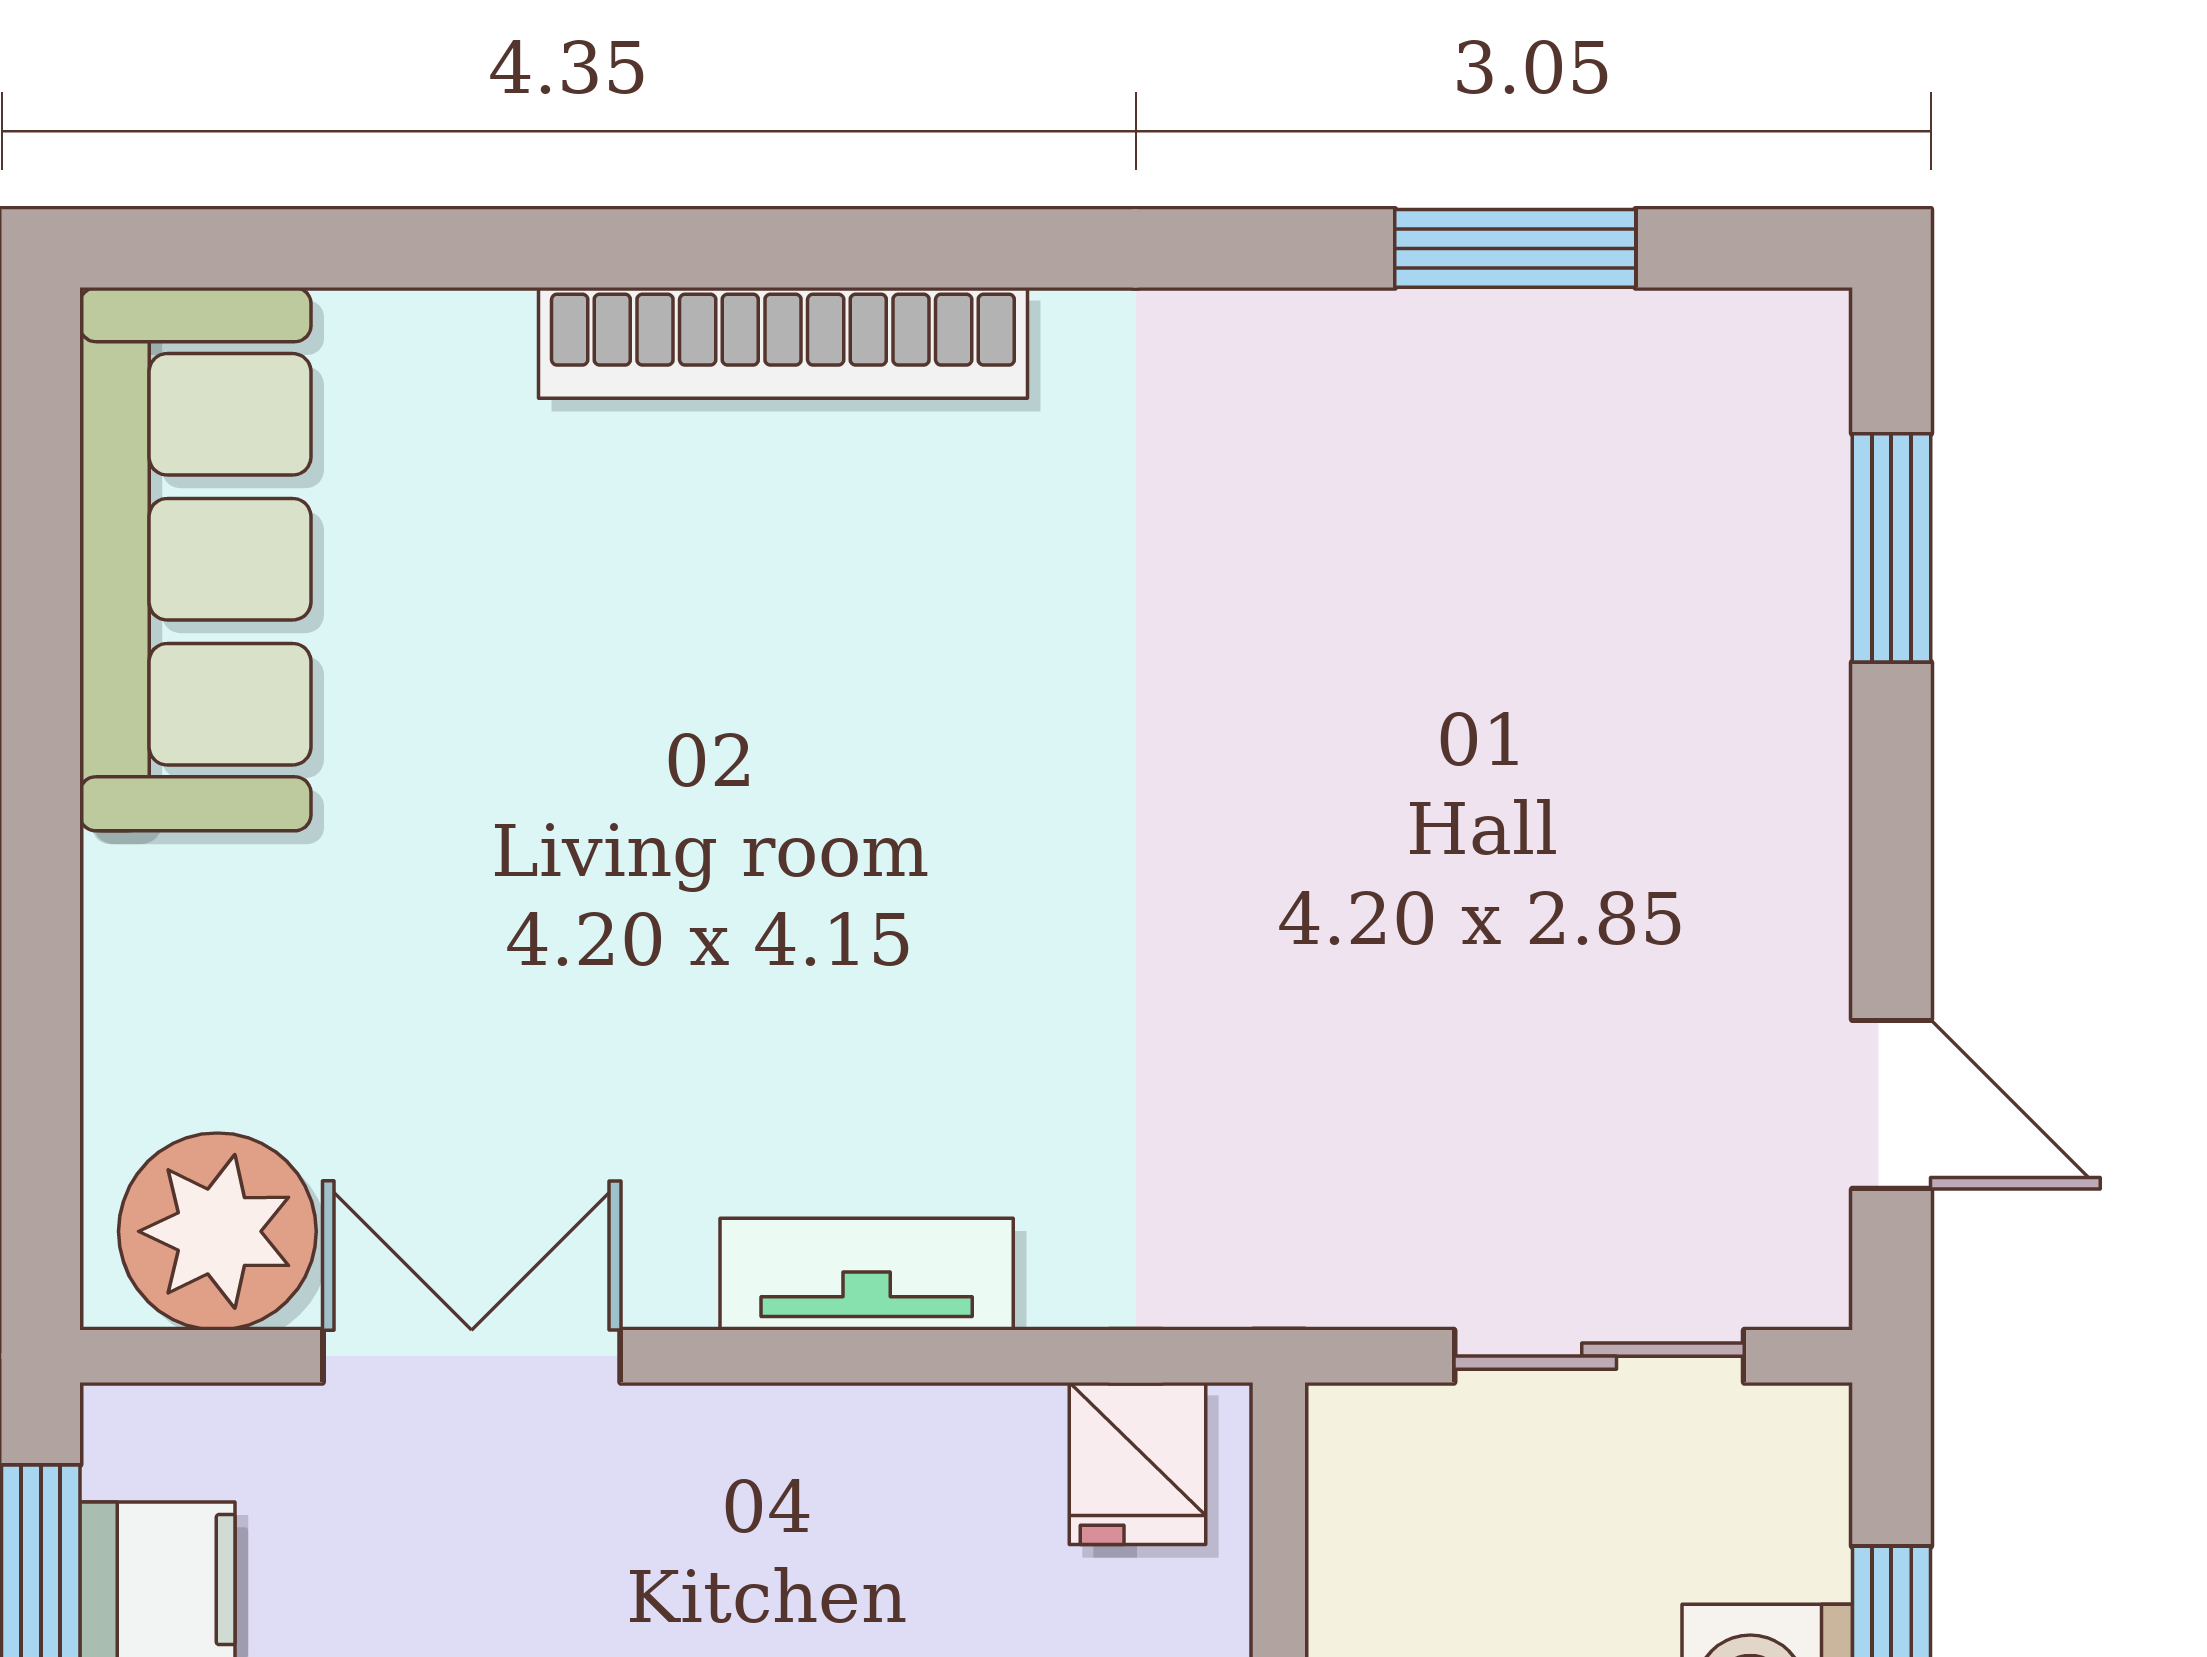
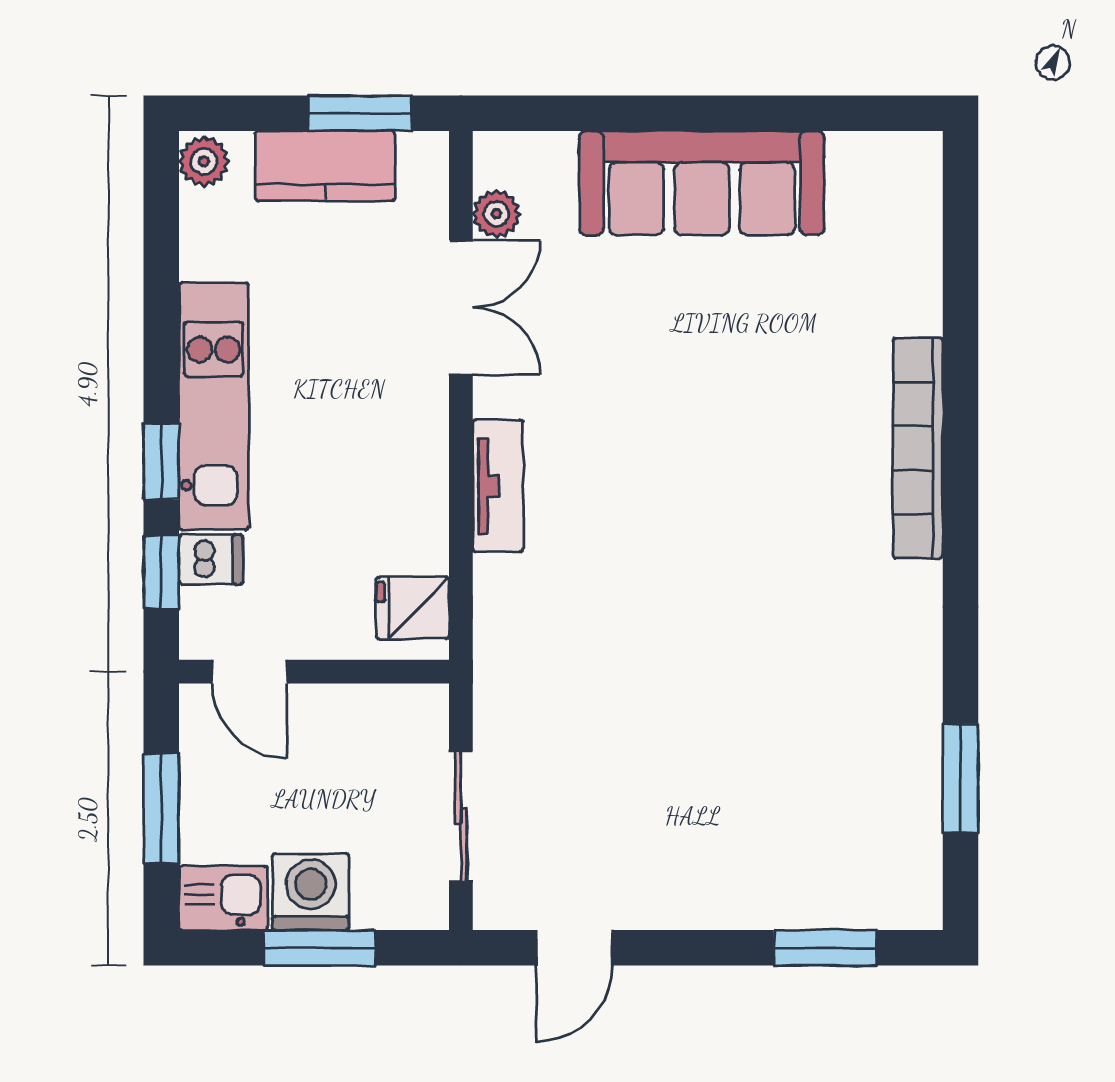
sofa: (195, 559) -> (702, 183), moved
plant: (217, 1231) -> (496, 214), width x0.53, depth x0.53

